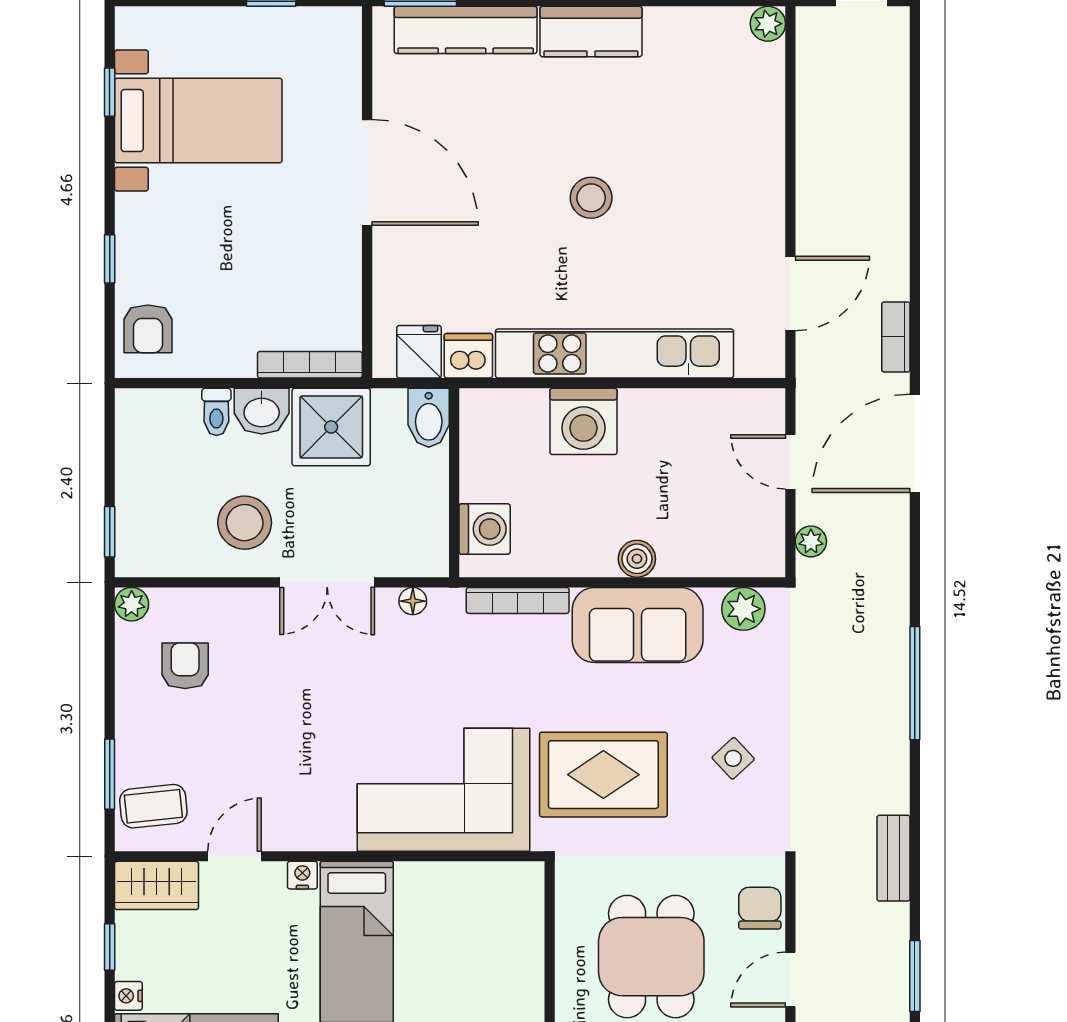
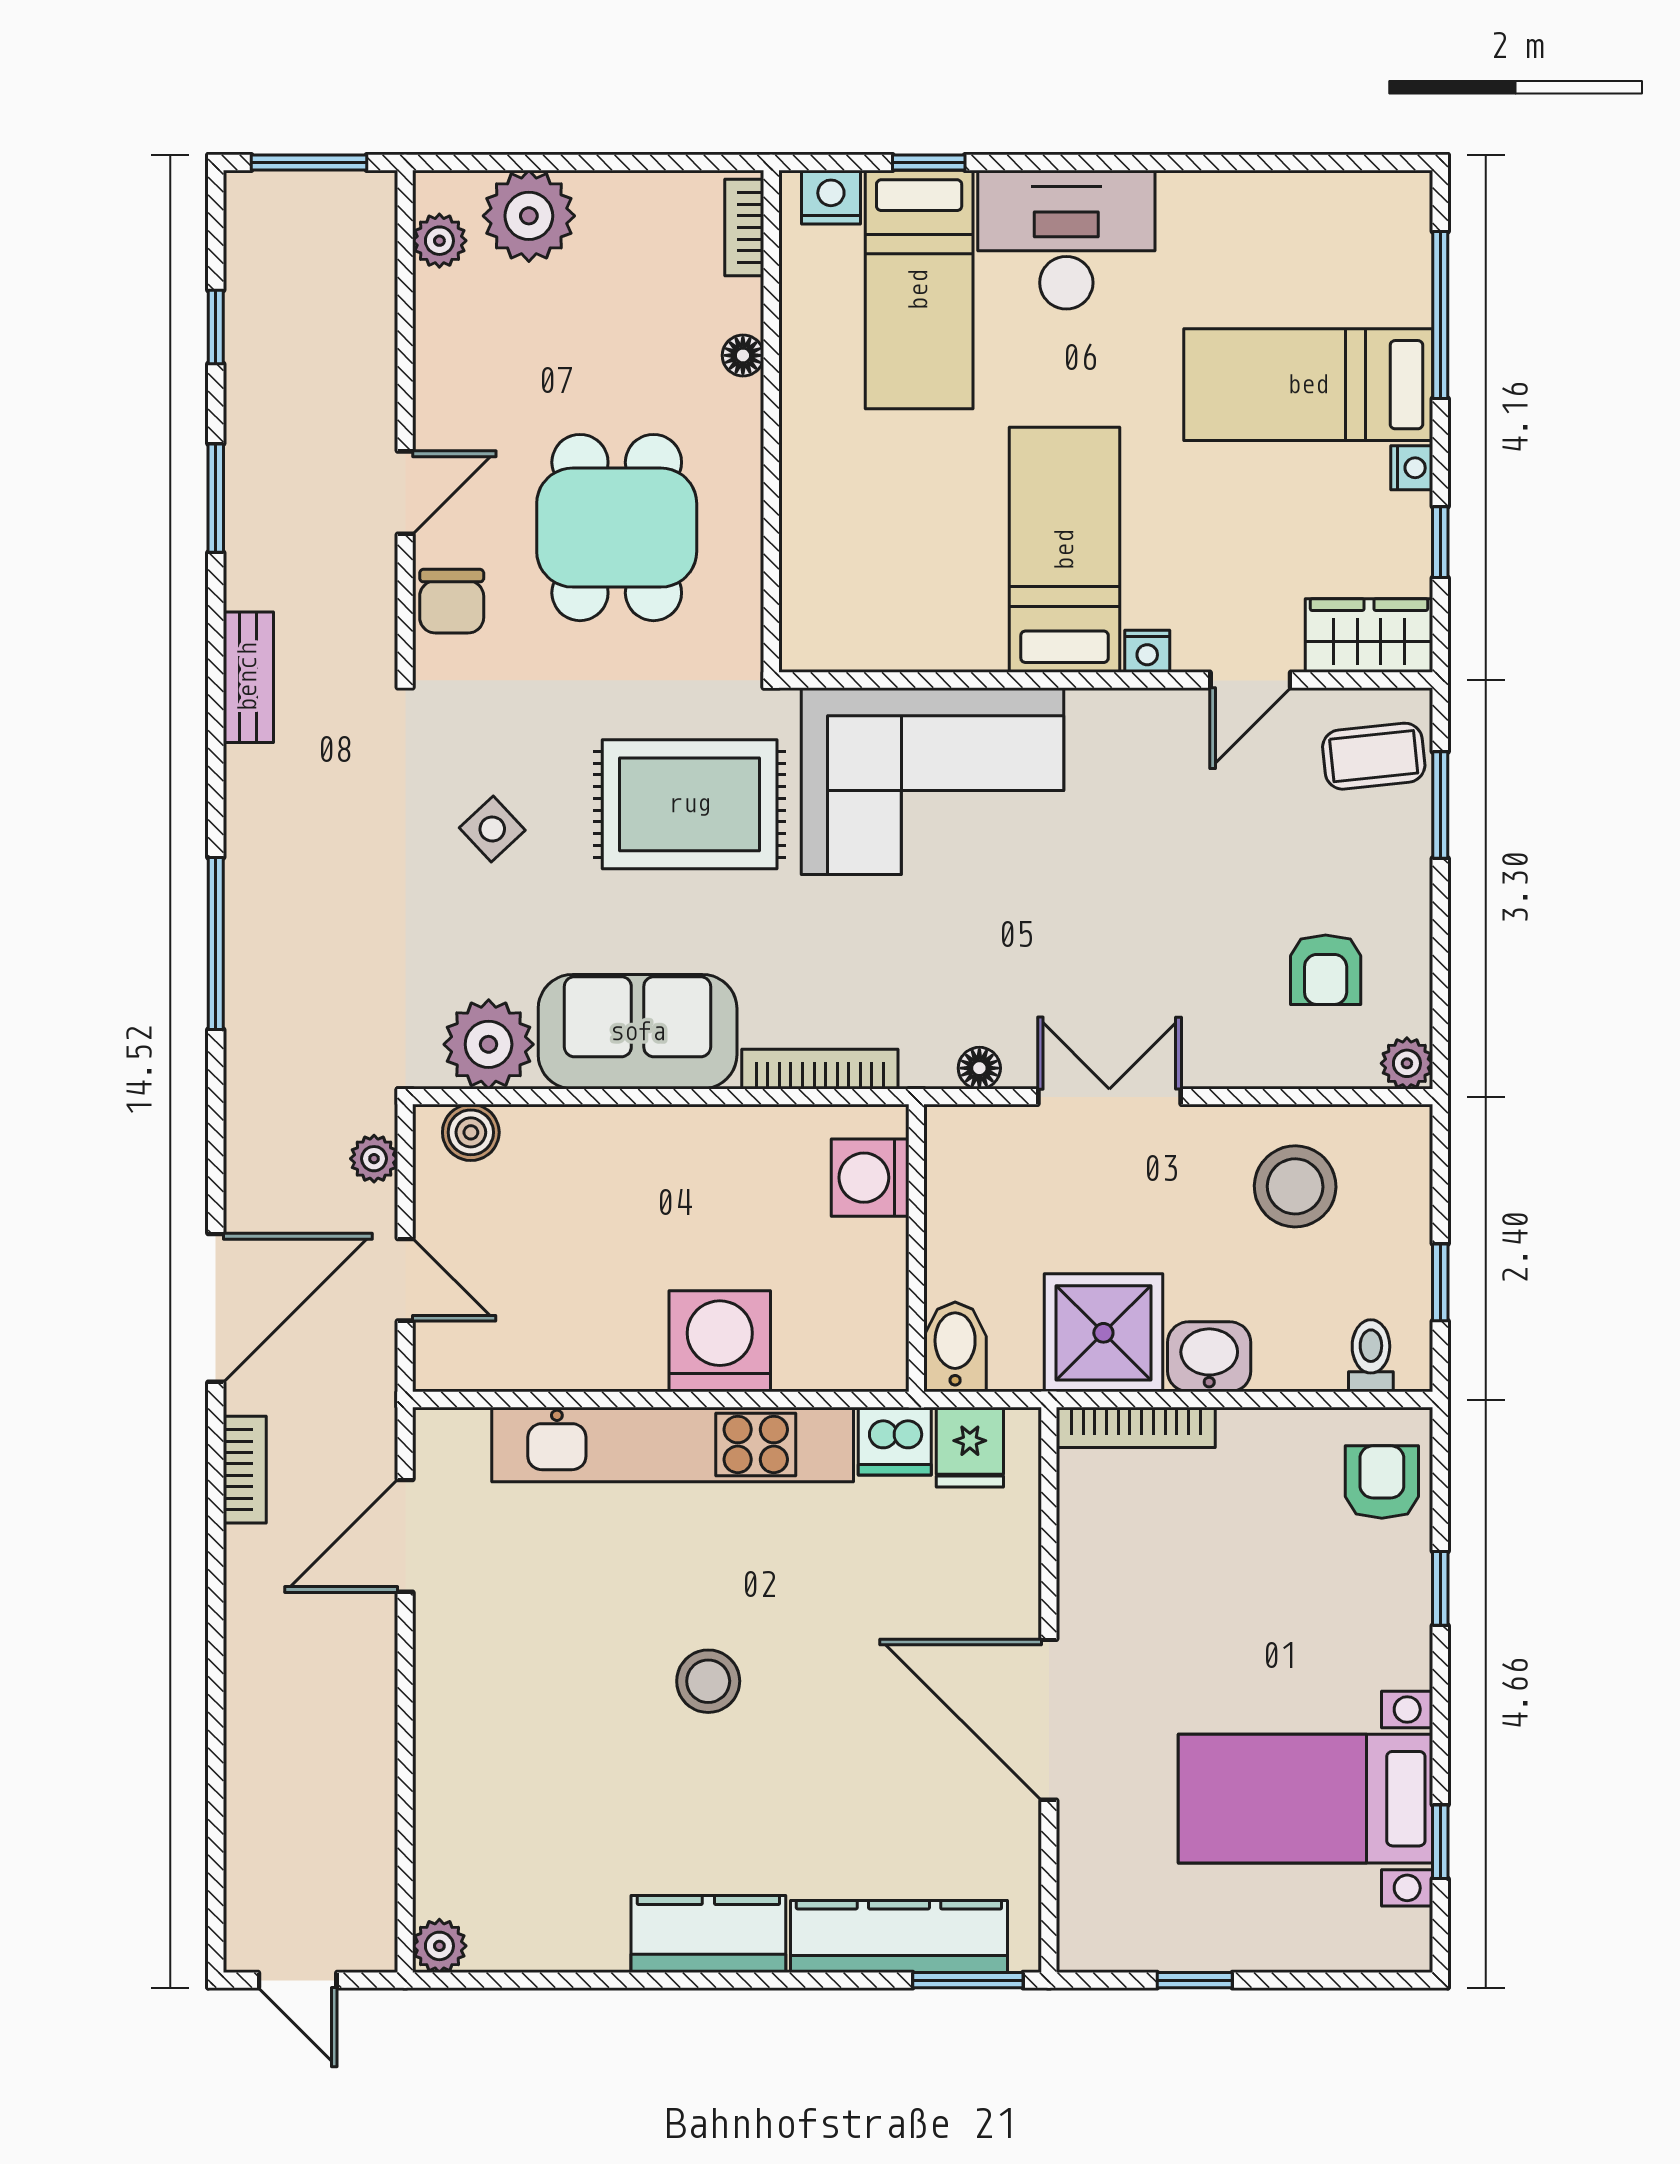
toilet: (216, 412) -> (1371, 1356), moved
stool: (245, 523) -> (1295, 1186), moved
window: (110, 532) -> (1440, 1282), moved
boiler: (637, 559) -> (471, 1132), moved
plant: (743, 609) -> (489, 1044), width x1.36, depth x1.36

